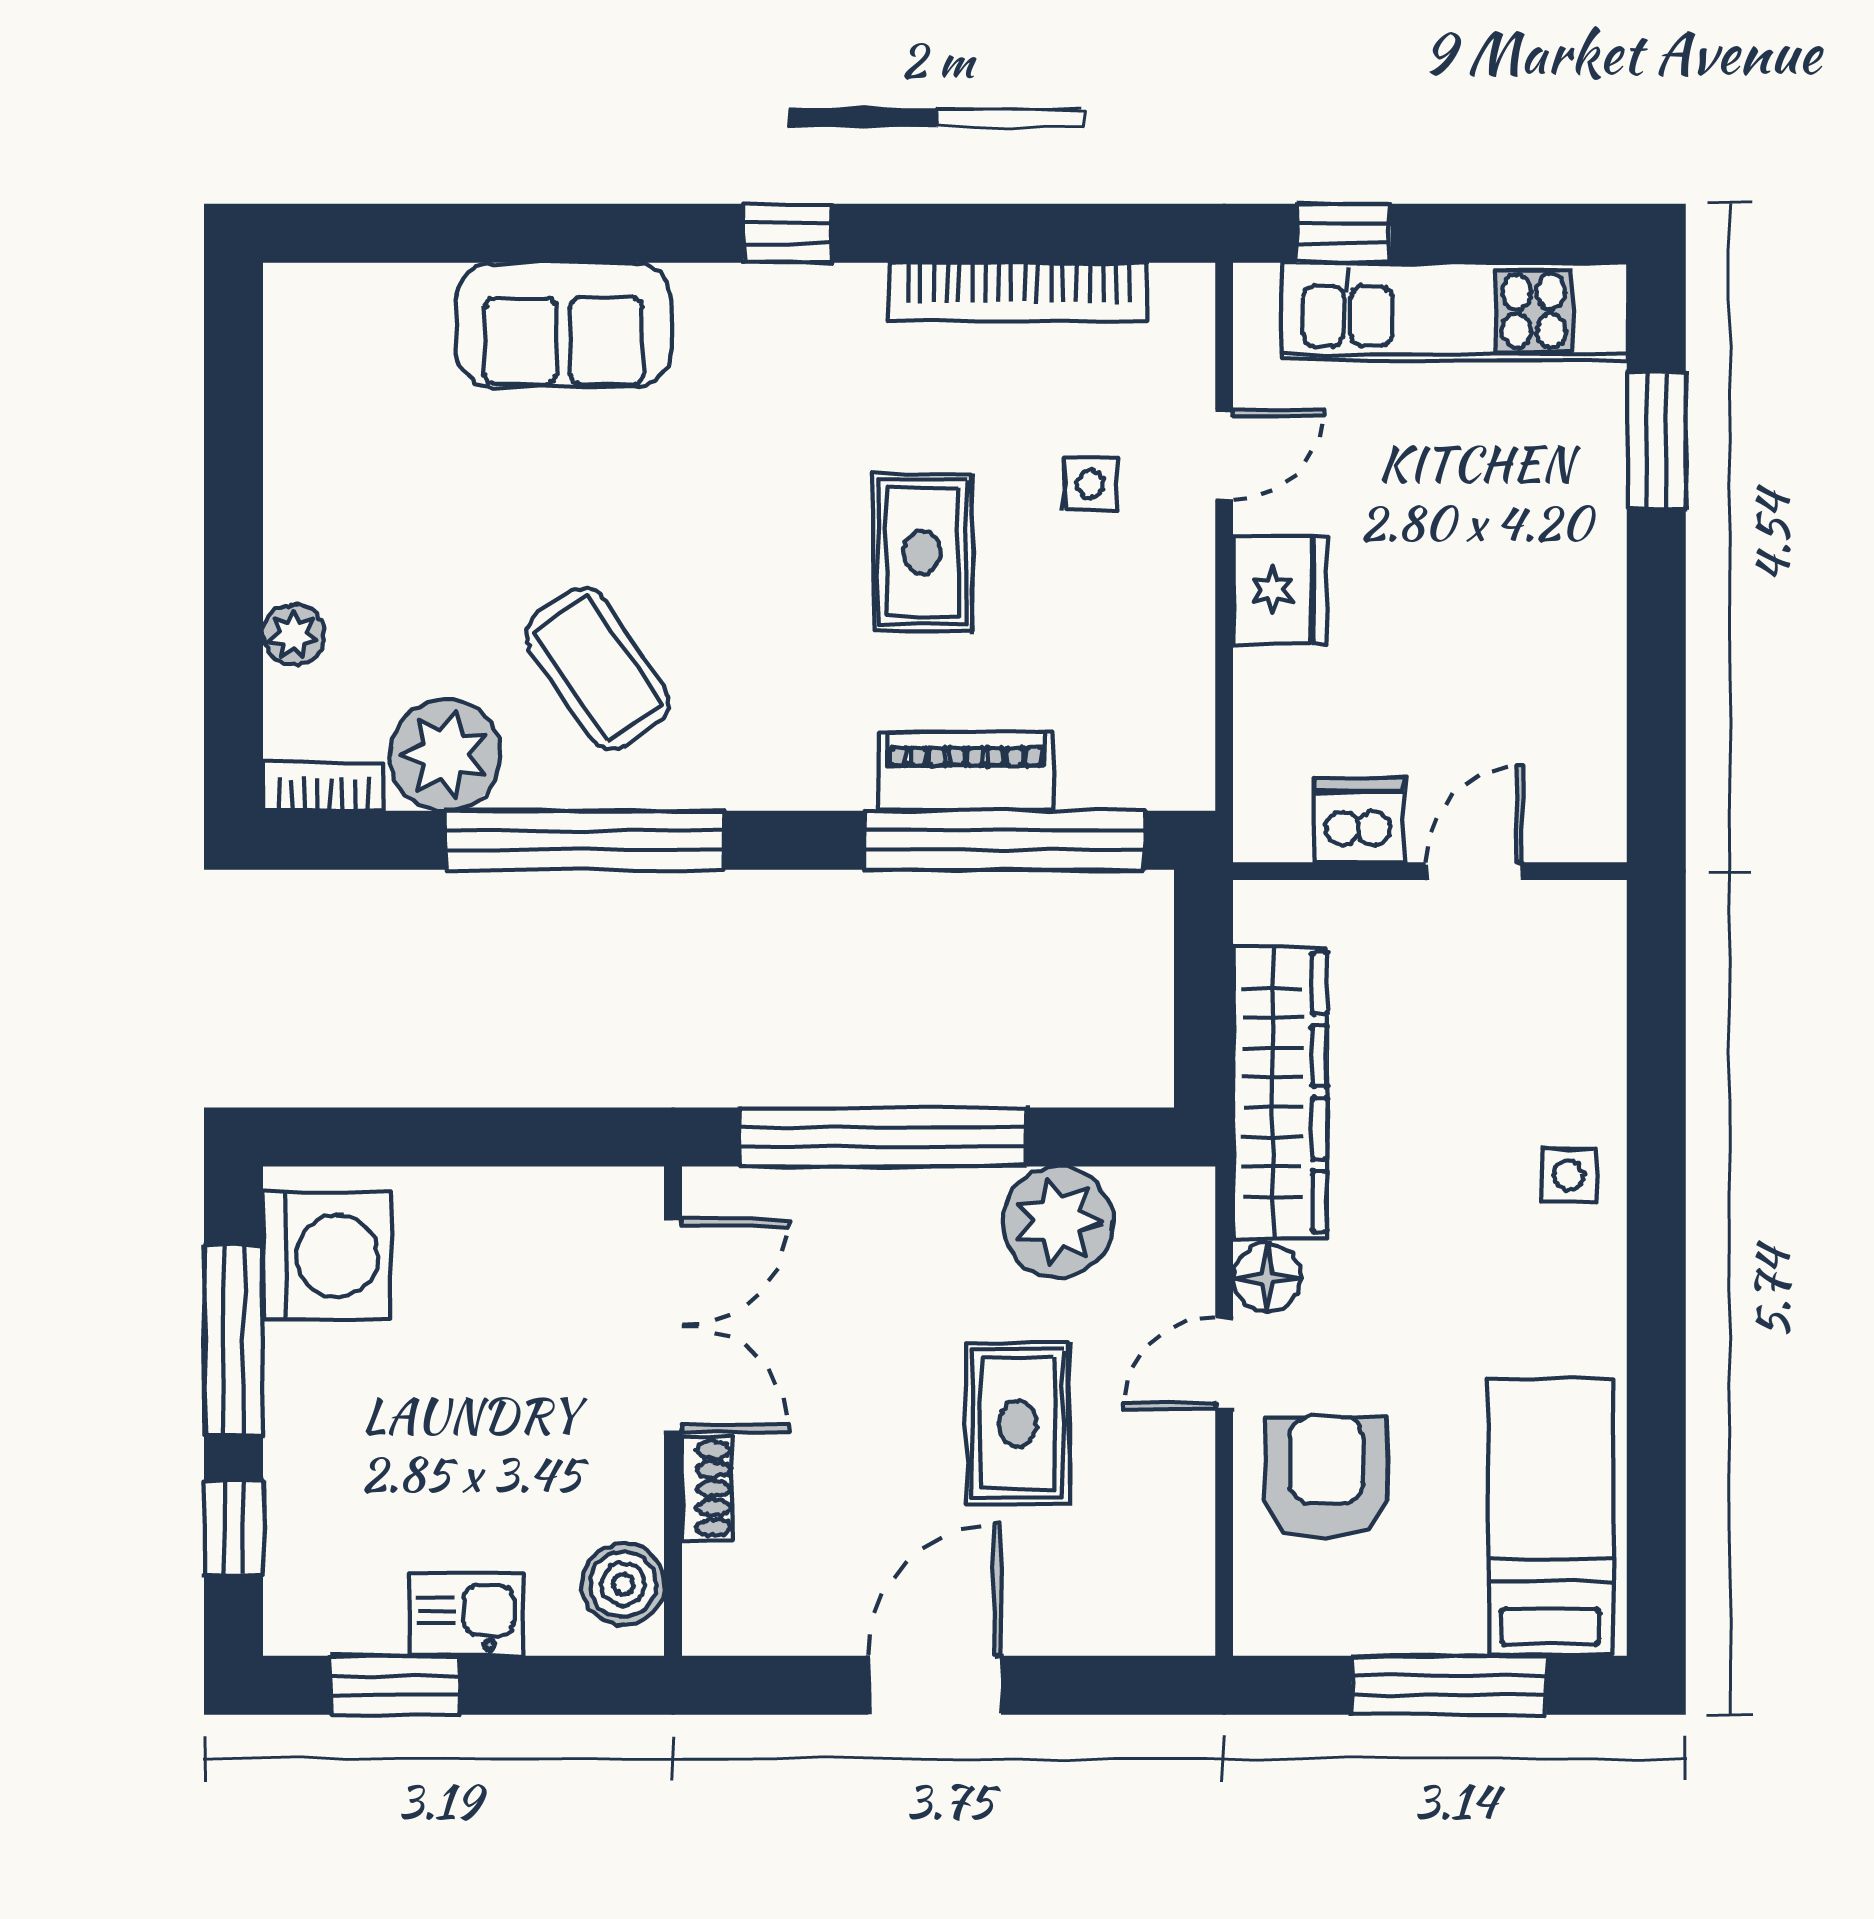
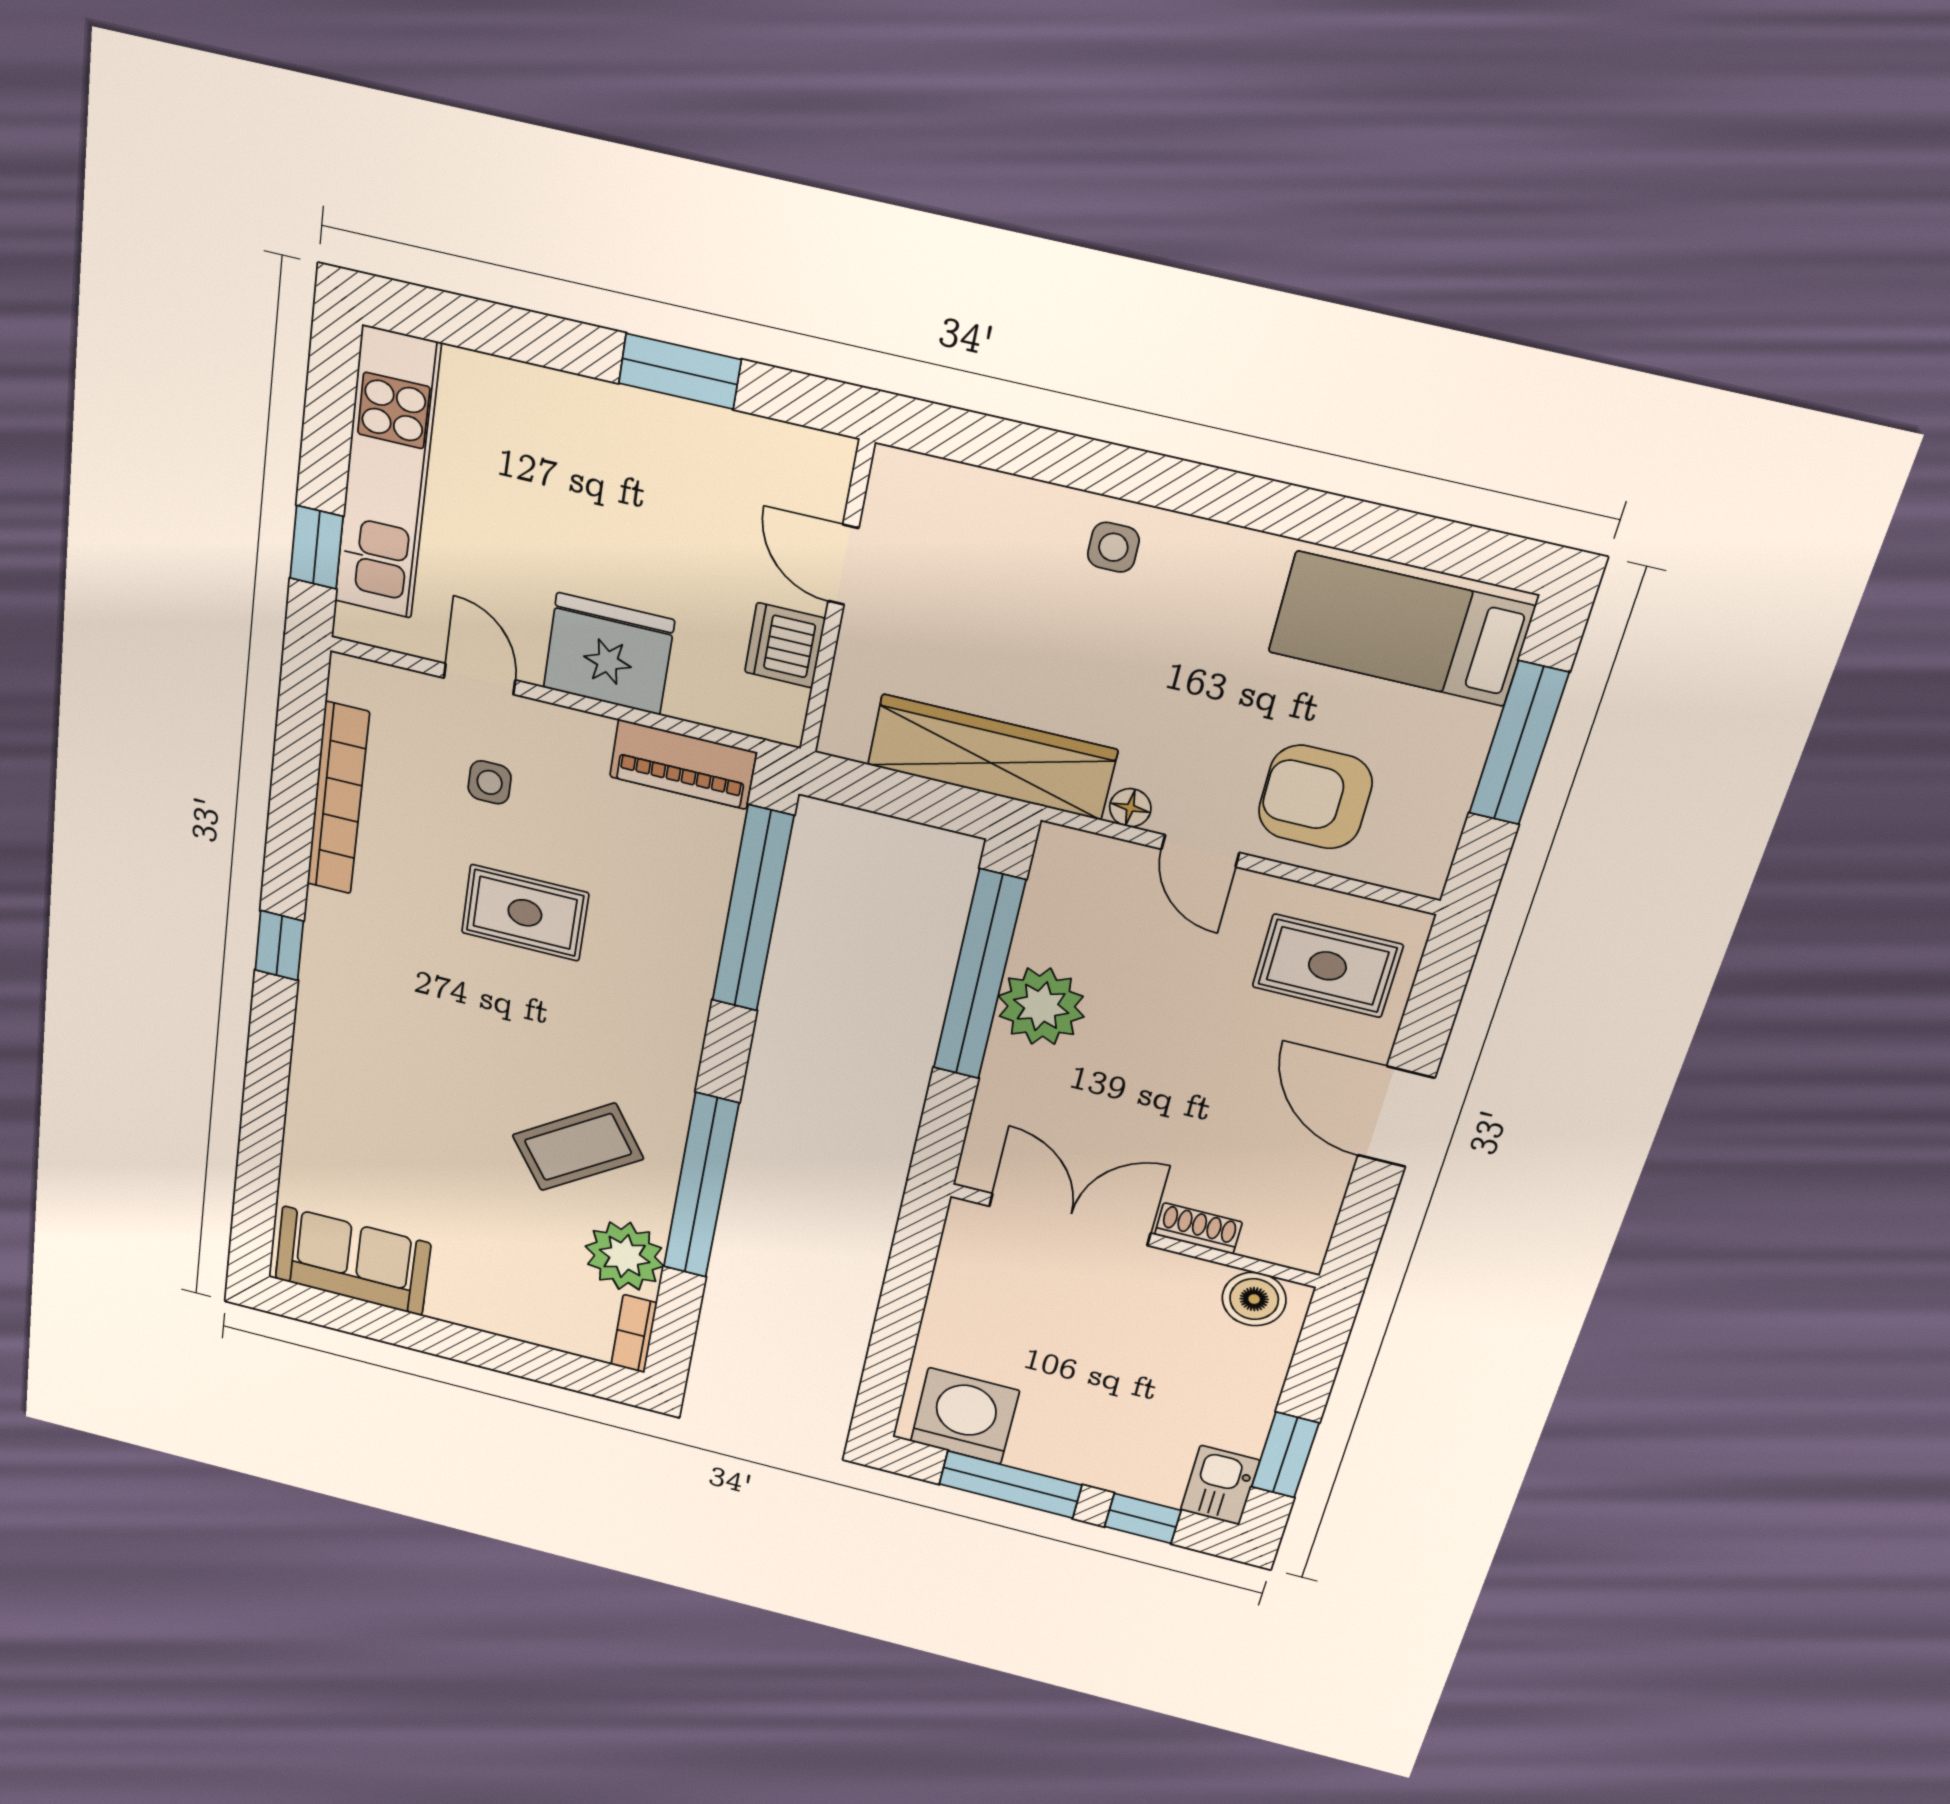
sofa: (564, 325) -> (353, 1261), moved, turned -90
window: (1656, 440) -> (680, 371), moved
fridge: (1280, 590) -> (609, 654), width x1.36, depth x1.34
plant: (293, 635) -> (526, 1324), removed
piano: (966, 772) -> (683, 764), moved, turned -90
window: (883, 1137) -> (979, 975), moved
plant: (1058, 1222) -> (1041, 1006), moved
floor lamp: (1267, 1278) -> (1130, 808), width x0.73, depth x0.73
rug: (1018, 1424) -> (1327, 966), moved
kitchen sink: (466, 1615) -> (1220, 1485), moved

